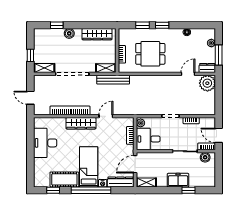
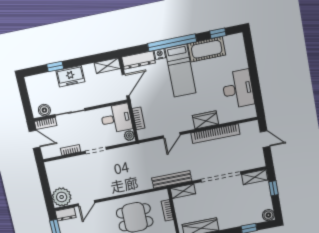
boiler: (69, 33) -> (268, 215), moved
wardrobe: (81, 123) -> (205, 120), width x0.67

